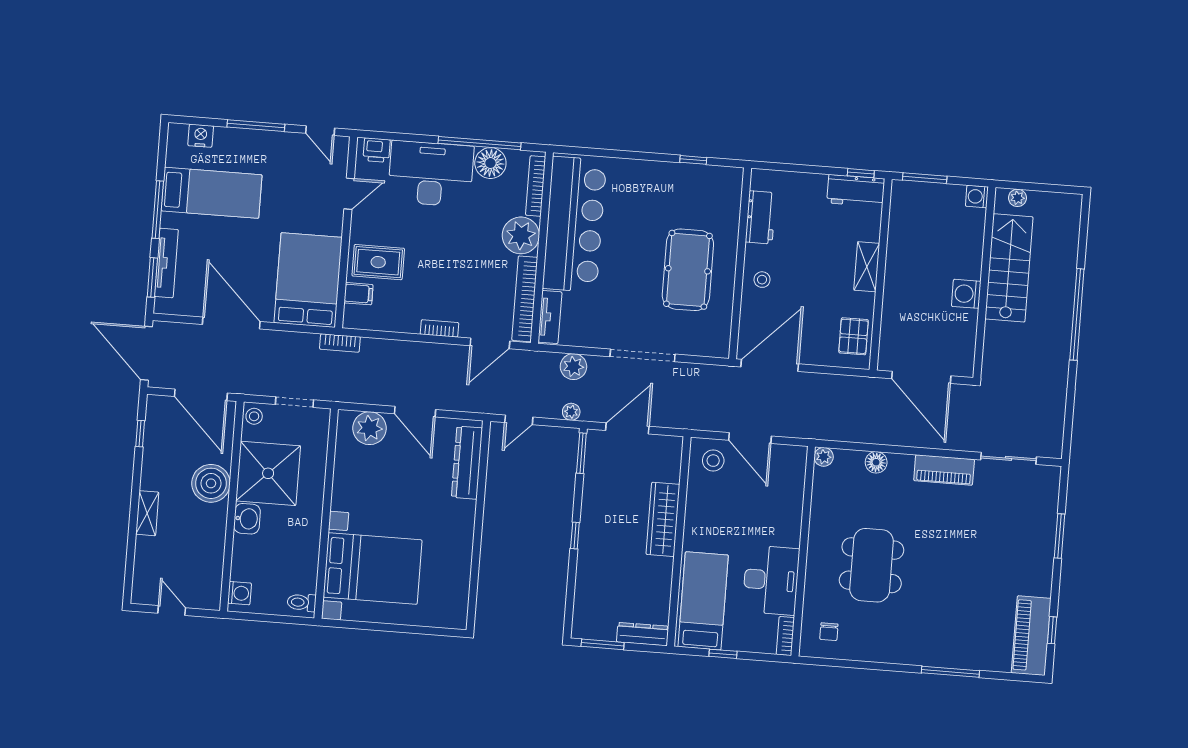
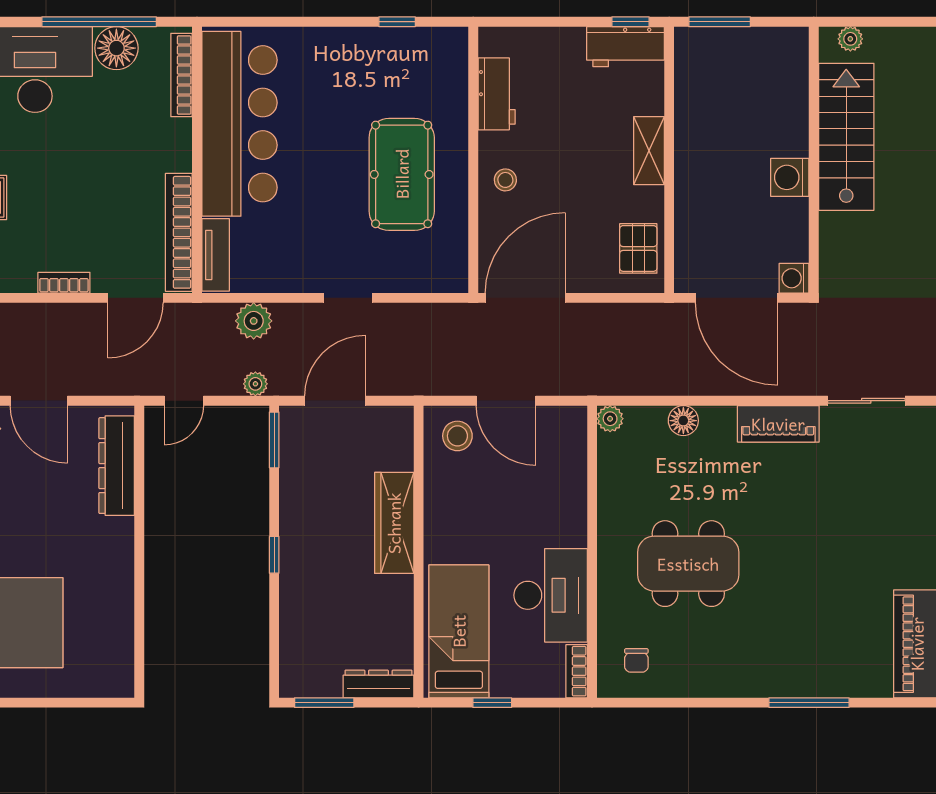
washing machine: (977, 197) -> (794, 278), moved
plant: (521, 235) -> (166, 145), removed
doorway: (643, 355) -> (348, 298), width x0.53
dining table: (872, 565) -> (688, 564), turned 90

